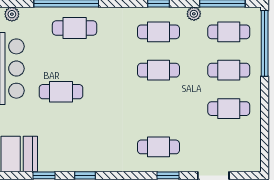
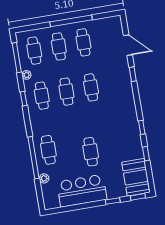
plant: (12, 14) -> (44, 178), moved
window: (265, 43) -> (71, 21), moved
cafe table: (158, 147) -> (91, 87), moved

